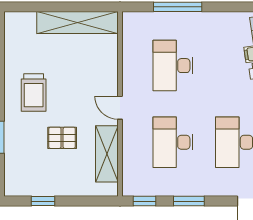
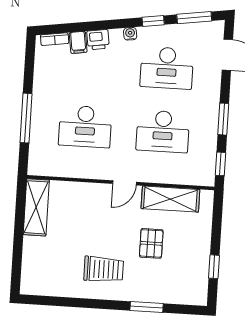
shelving: (77, 22) -> (36, 207), width x0.68

